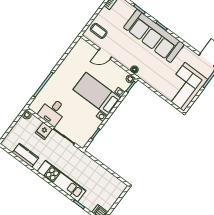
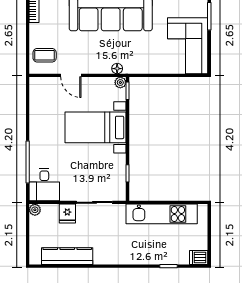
door: (105, 54) -> (71, 75), hinge flipped
desk: (53, 112) -> (44, 185), moved
kitchen counter: (25, 155) -> (67, 256), width x1.50
kitchen unit: (62, 181) -> (162, 214), moved, turned 180

